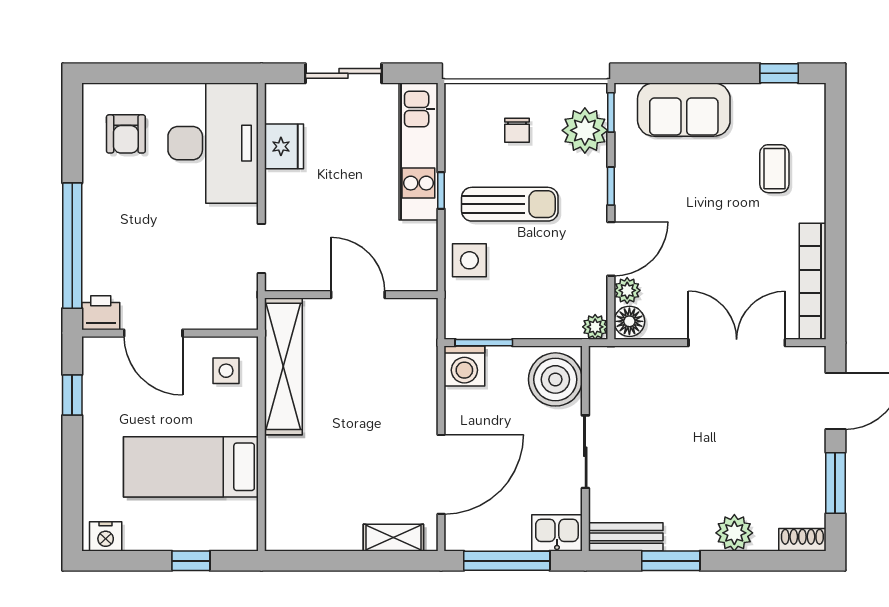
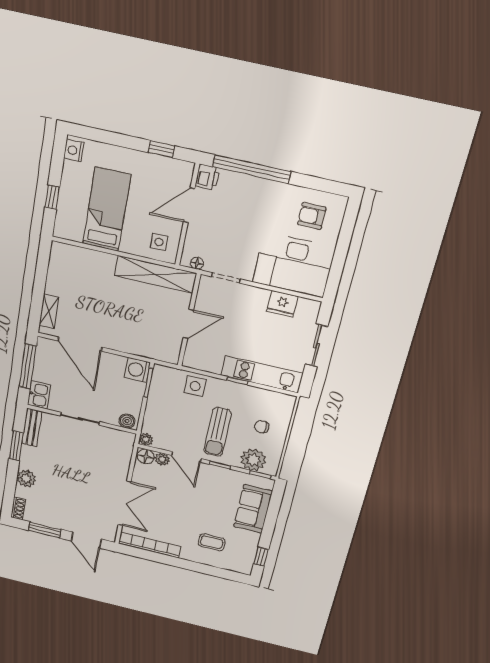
sun lounger: (510, 204) -> (218, 432), moved
floor lamp: (248, 301) -> (197, 263), added
boiler: (555, 379) -> (127, 421), width x0.54, depth x0.54

